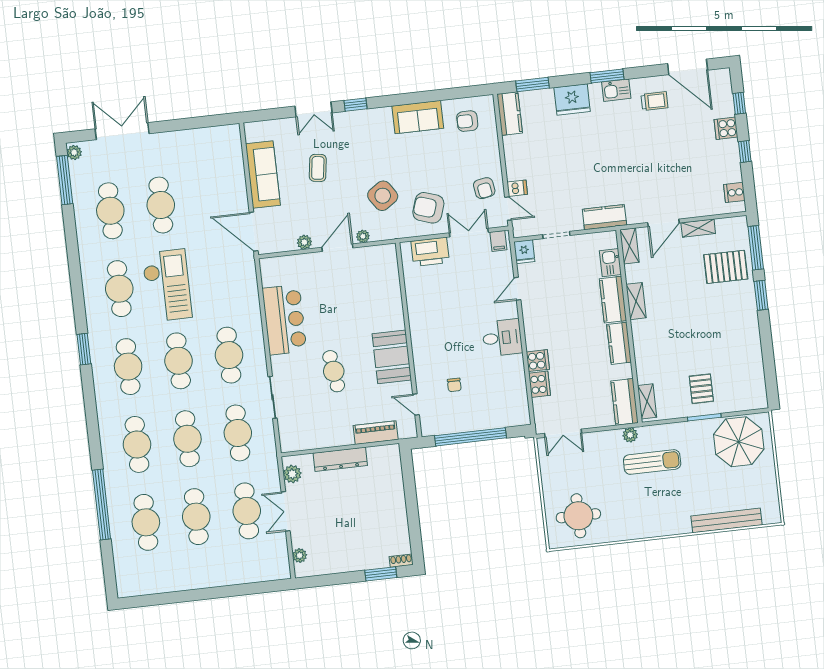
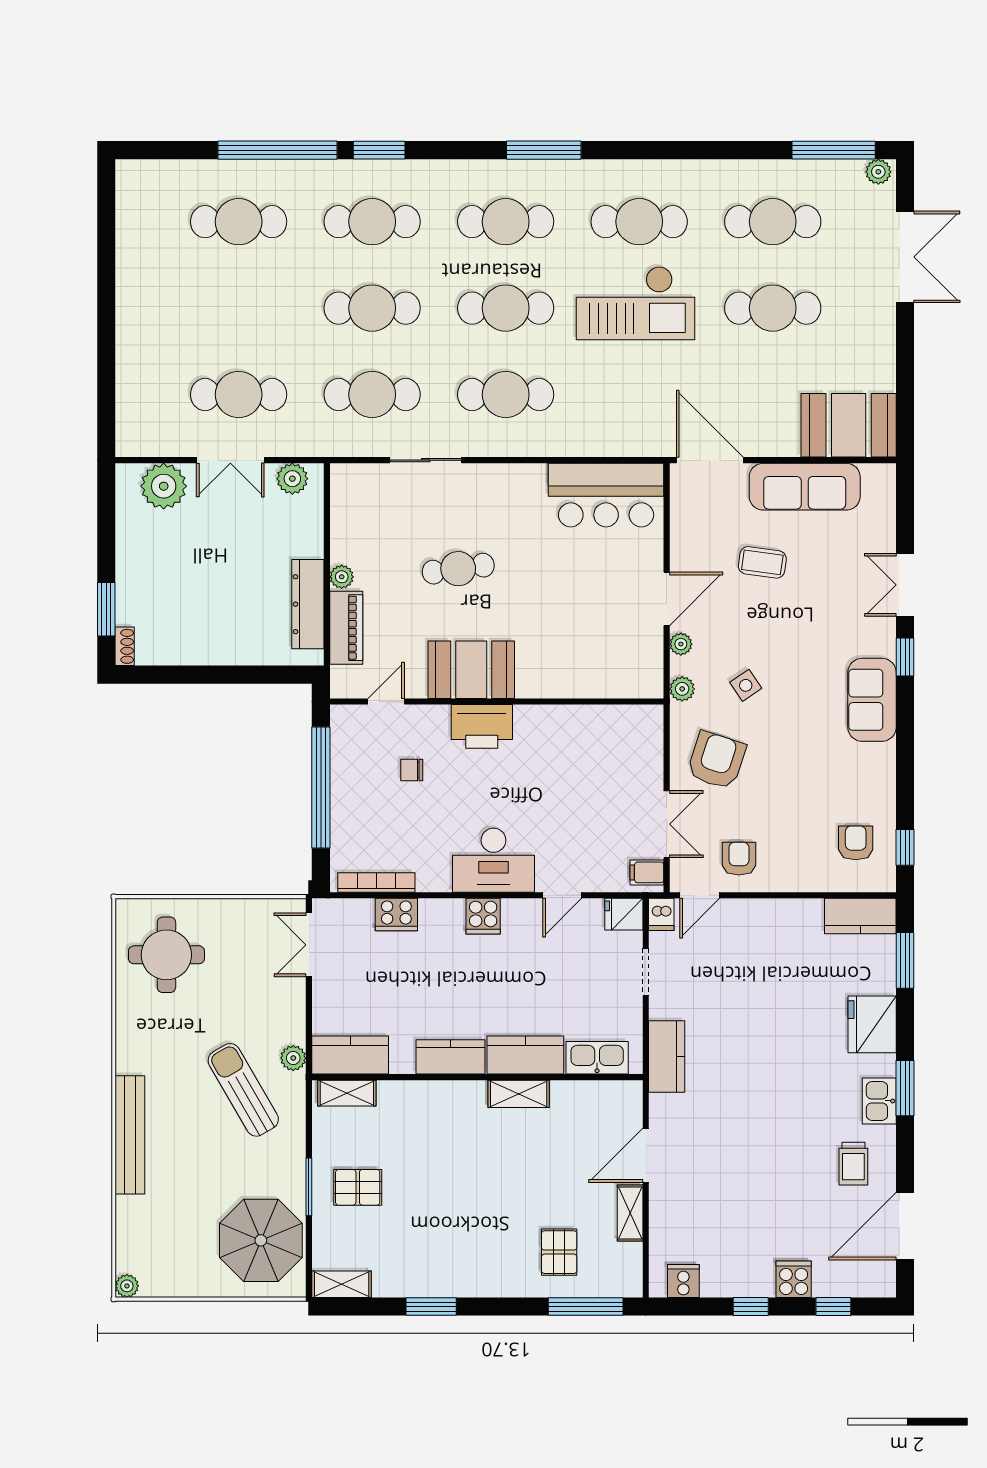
window: (467, 92) -> (905, 847), added
sofa: (418, 117) -> (872, 700), moved
booth: (224, 153) -> (849, 425), added
coffee table: (318, 168) -> (762, 562), moved
armchair: (484, 188) -> (739, 859), turned 99
dishwasher: (517, 188) -> (661, 914), moved
side table: (383, 196) -> (746, 685), width x0.54, depth x0.54
door: (663, 223) -> (646, 1155), hinge flipped
door: (254, 232) -> (710, 460), hinge flipped
plant: (304, 242) -> (682, 689), moved
shelving: (630, 246) -> (342, 1284), moved
door: (337, 248) -> (667, 599), hinge flipped
printer: (430, 252) -> (482, 726), moved, turned -90
kitchen sink: (610, 263) -> (597, 1058), width x1.38
pallet: (726, 267) -> (559, 1252), width x0.67, depth x0.71
door: (517, 289) -> (562, 895), swing flipped
window: (761, 295) -> (431, 1307), moved
bar counter: (284, 320) -> (606, 495), moved
desk: (502, 338) -> (493, 860), width x1.37
window: (84, 349) -> (544, 150), width x1.44
cooker: (538, 361) -> (483, 916), moved
bookcase: (522, 398) -> (376, 882), added
plant: (346, 439) -> (342, 577), added
window: (95, 445) -> (379, 150), added
dresser: (340, 459) -> (308, 604), moved
sun lounger: (652, 462) -> (243, 1090), turned 150
double door: (286, 511) -> (230, 460), swing flipped
cafe table: (196, 517) -> (239, 308), removed
plant: (774, 517) -> (127, 1286), added
bench: (726, 520) -> (130, 1135), moved
plant: (300, 556) -> (164, 486), width x1.88, depth x1.88

